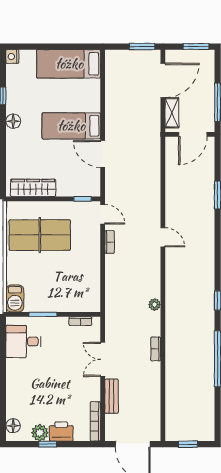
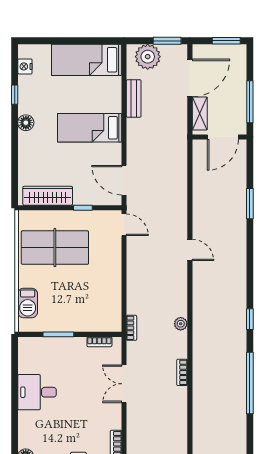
nightstand: (12, 57) -> (25, 66), moved
plant: (124, 61) -> (148, 57), added
door: (103, 154) -> (124, 180), moved
window: (83, 199) -> (83, 208), moved
bookcase: (110, 242) -> (132, 328), moved
barbecue: (15, 299) -> (28, 303), moved
desk: (23, 341) -> (37, 392), moved
bench: (112, 396) -> (134, 98), moved

